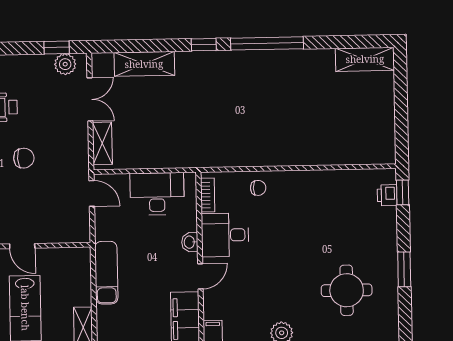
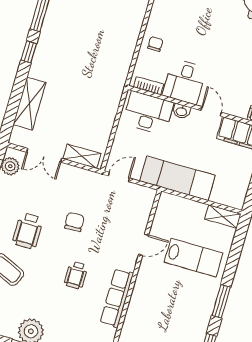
double door: (90, 99) -> (44, 155), swing flipped
desk: (157, 194) -> (148, 113), moved, turned 90
exam couch: (106, 273) -> (177, 178), width x1.36, depth x1.45

